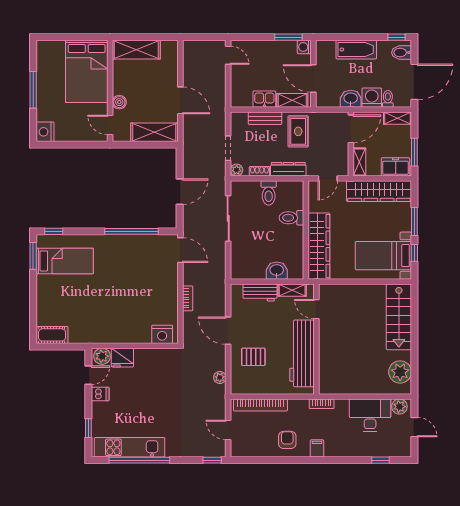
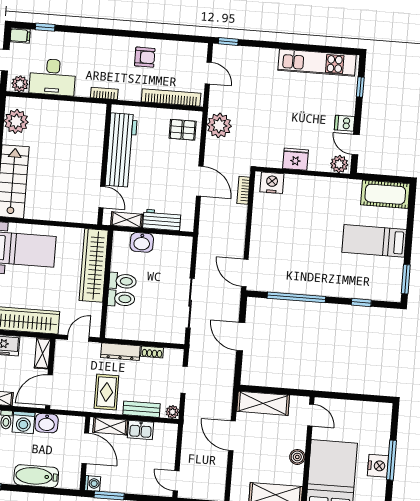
boiler: (119, 102) -> (297, 457), moved
nightstand: (45, 132) -> (378, 466), moved
plant: (237, 170) -> (172, 412), moved
door: (180, 192) -> (241, 337), hinge flipped
toilet: (269, 193) -> (123, 281), moved, turned 90
window: (54, 231) -> (361, 302), moved
bed: (65, 261) -> (374, 241), moved
bookcase: (188, 298) -> (243, 190), moved
cot: (52, 335) -> (385, 194), width x1.37, depth x1.34
pallet: (253, 357) -> (183, 130), moved
fridge: (122, 358) -> (296, 159), moved
door: (88, 375) -> (356, 145), hinge flipped
plant: (220, 378) -> (219, 125), width x1.87, depth x1.87
armchair: (287, 440) -> (145, 57), turned -90
filing cabinet: (317, 448) -> (20, 36), moved, turned -90
window: (139, 460) -> (308, 48), removed

